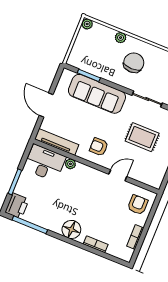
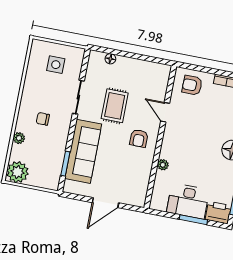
plant: (87, 24) -> (17, 172), width x1.88, depth x1.88
chair: (134, 63) -> (43, 119), width x0.54, depth x0.54
rug: (142, 137) -> (115, 106), moved
tv unit: (57, 142) -> (142, 184), removed
desk: (45, 163) -> (188, 201), moved, turned -90

